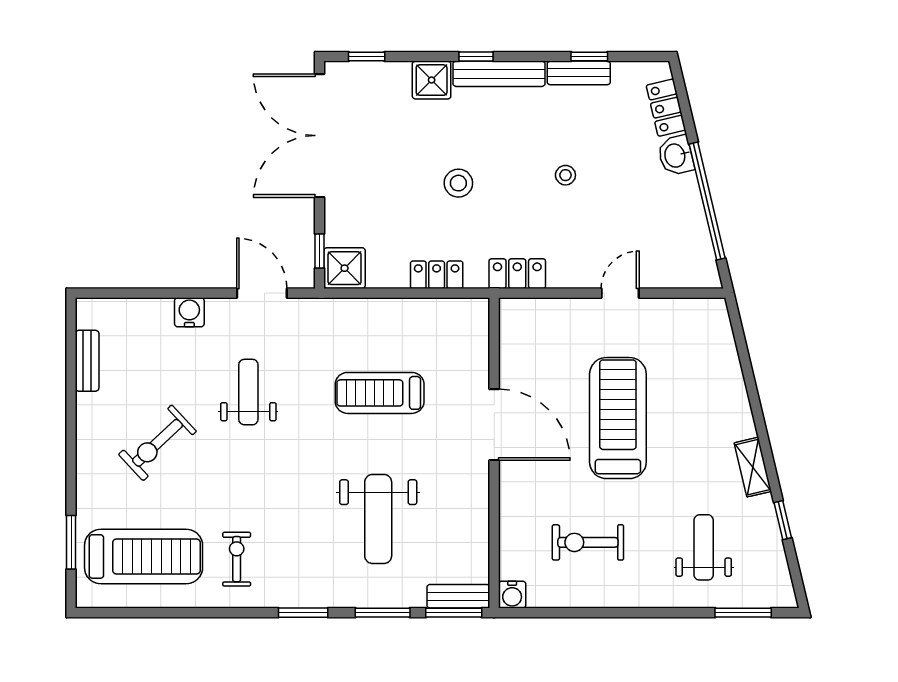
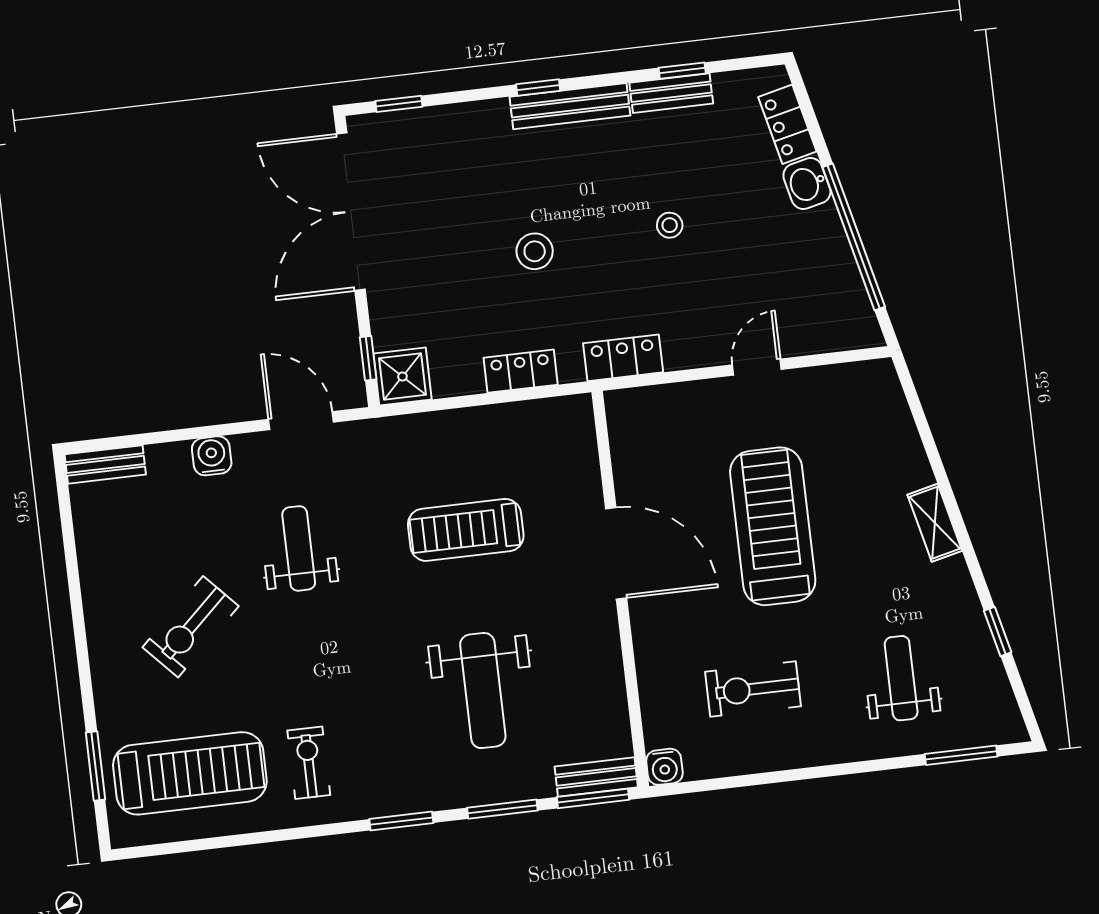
shower: (432, 80) -> (485, 124), removed
bench: (87, 361) -> (105, 464), moved, turned 90
shelving: (753, 467) -> (935, 523), moved

